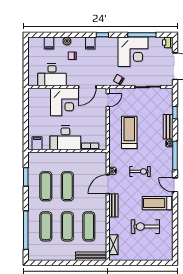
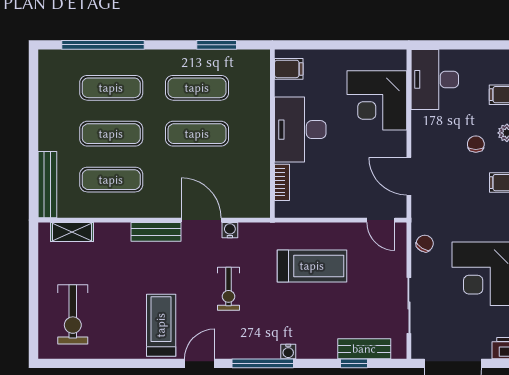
desk: (52, 75) -> (435, 79), moved
corner desk: (64, 102) -> (377, 100), moved
bench: (168, 127) -> (364, 349), moved
exercise bike: (145, 227) -> (73, 314), moved, turned 180

